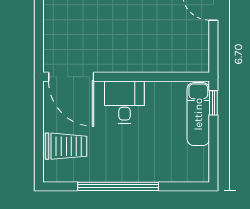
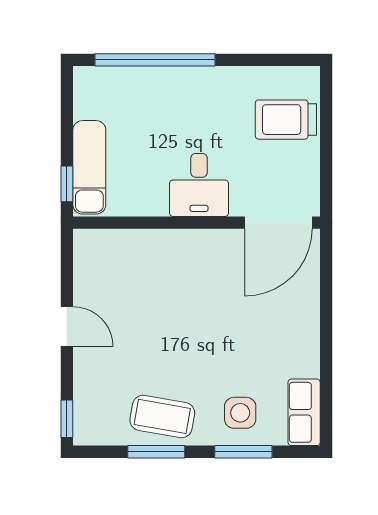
door: (71, 77) -> (278, 223), swing flipped
window: (118, 186) -> (155, 60), moved

